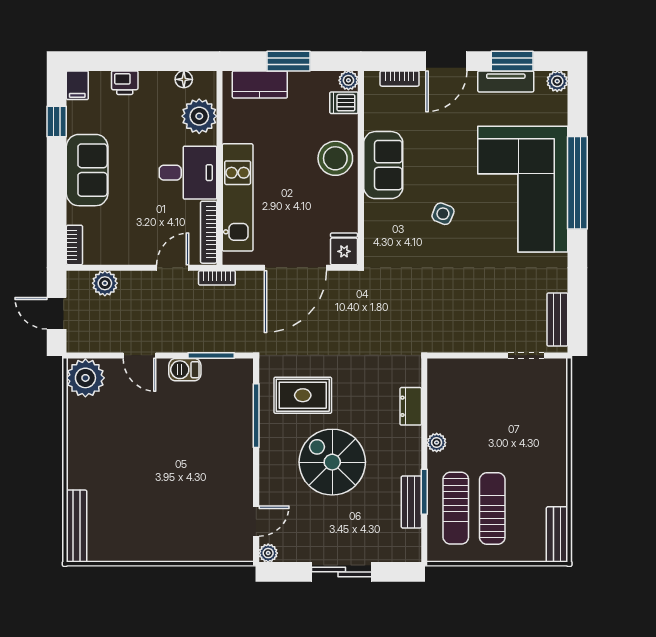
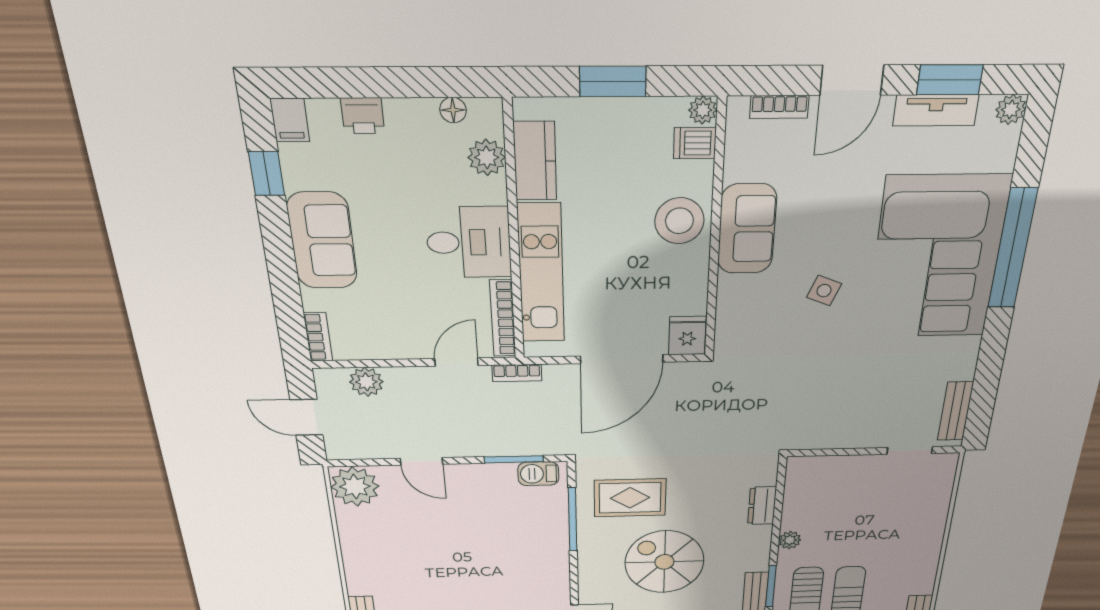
kitchen counter: (260, 84) -> (535, 161), moved, turned -90
plant: (199, 116) -> (487, 157), width x0.73, depth x0.73
barbecue: (185, 370) -> (538, 474), moved

